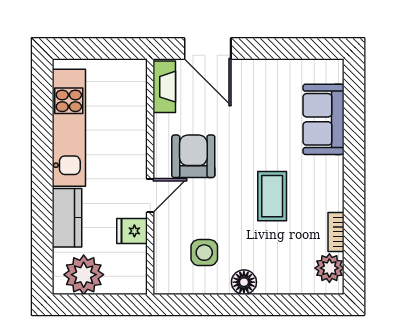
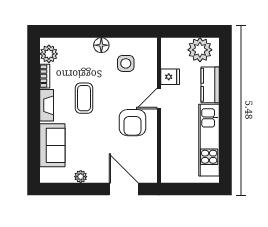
plant: (278, 69) -> (81, 177), added
fireplace: (164, 87) -> (47, 105), moved, turned 180

